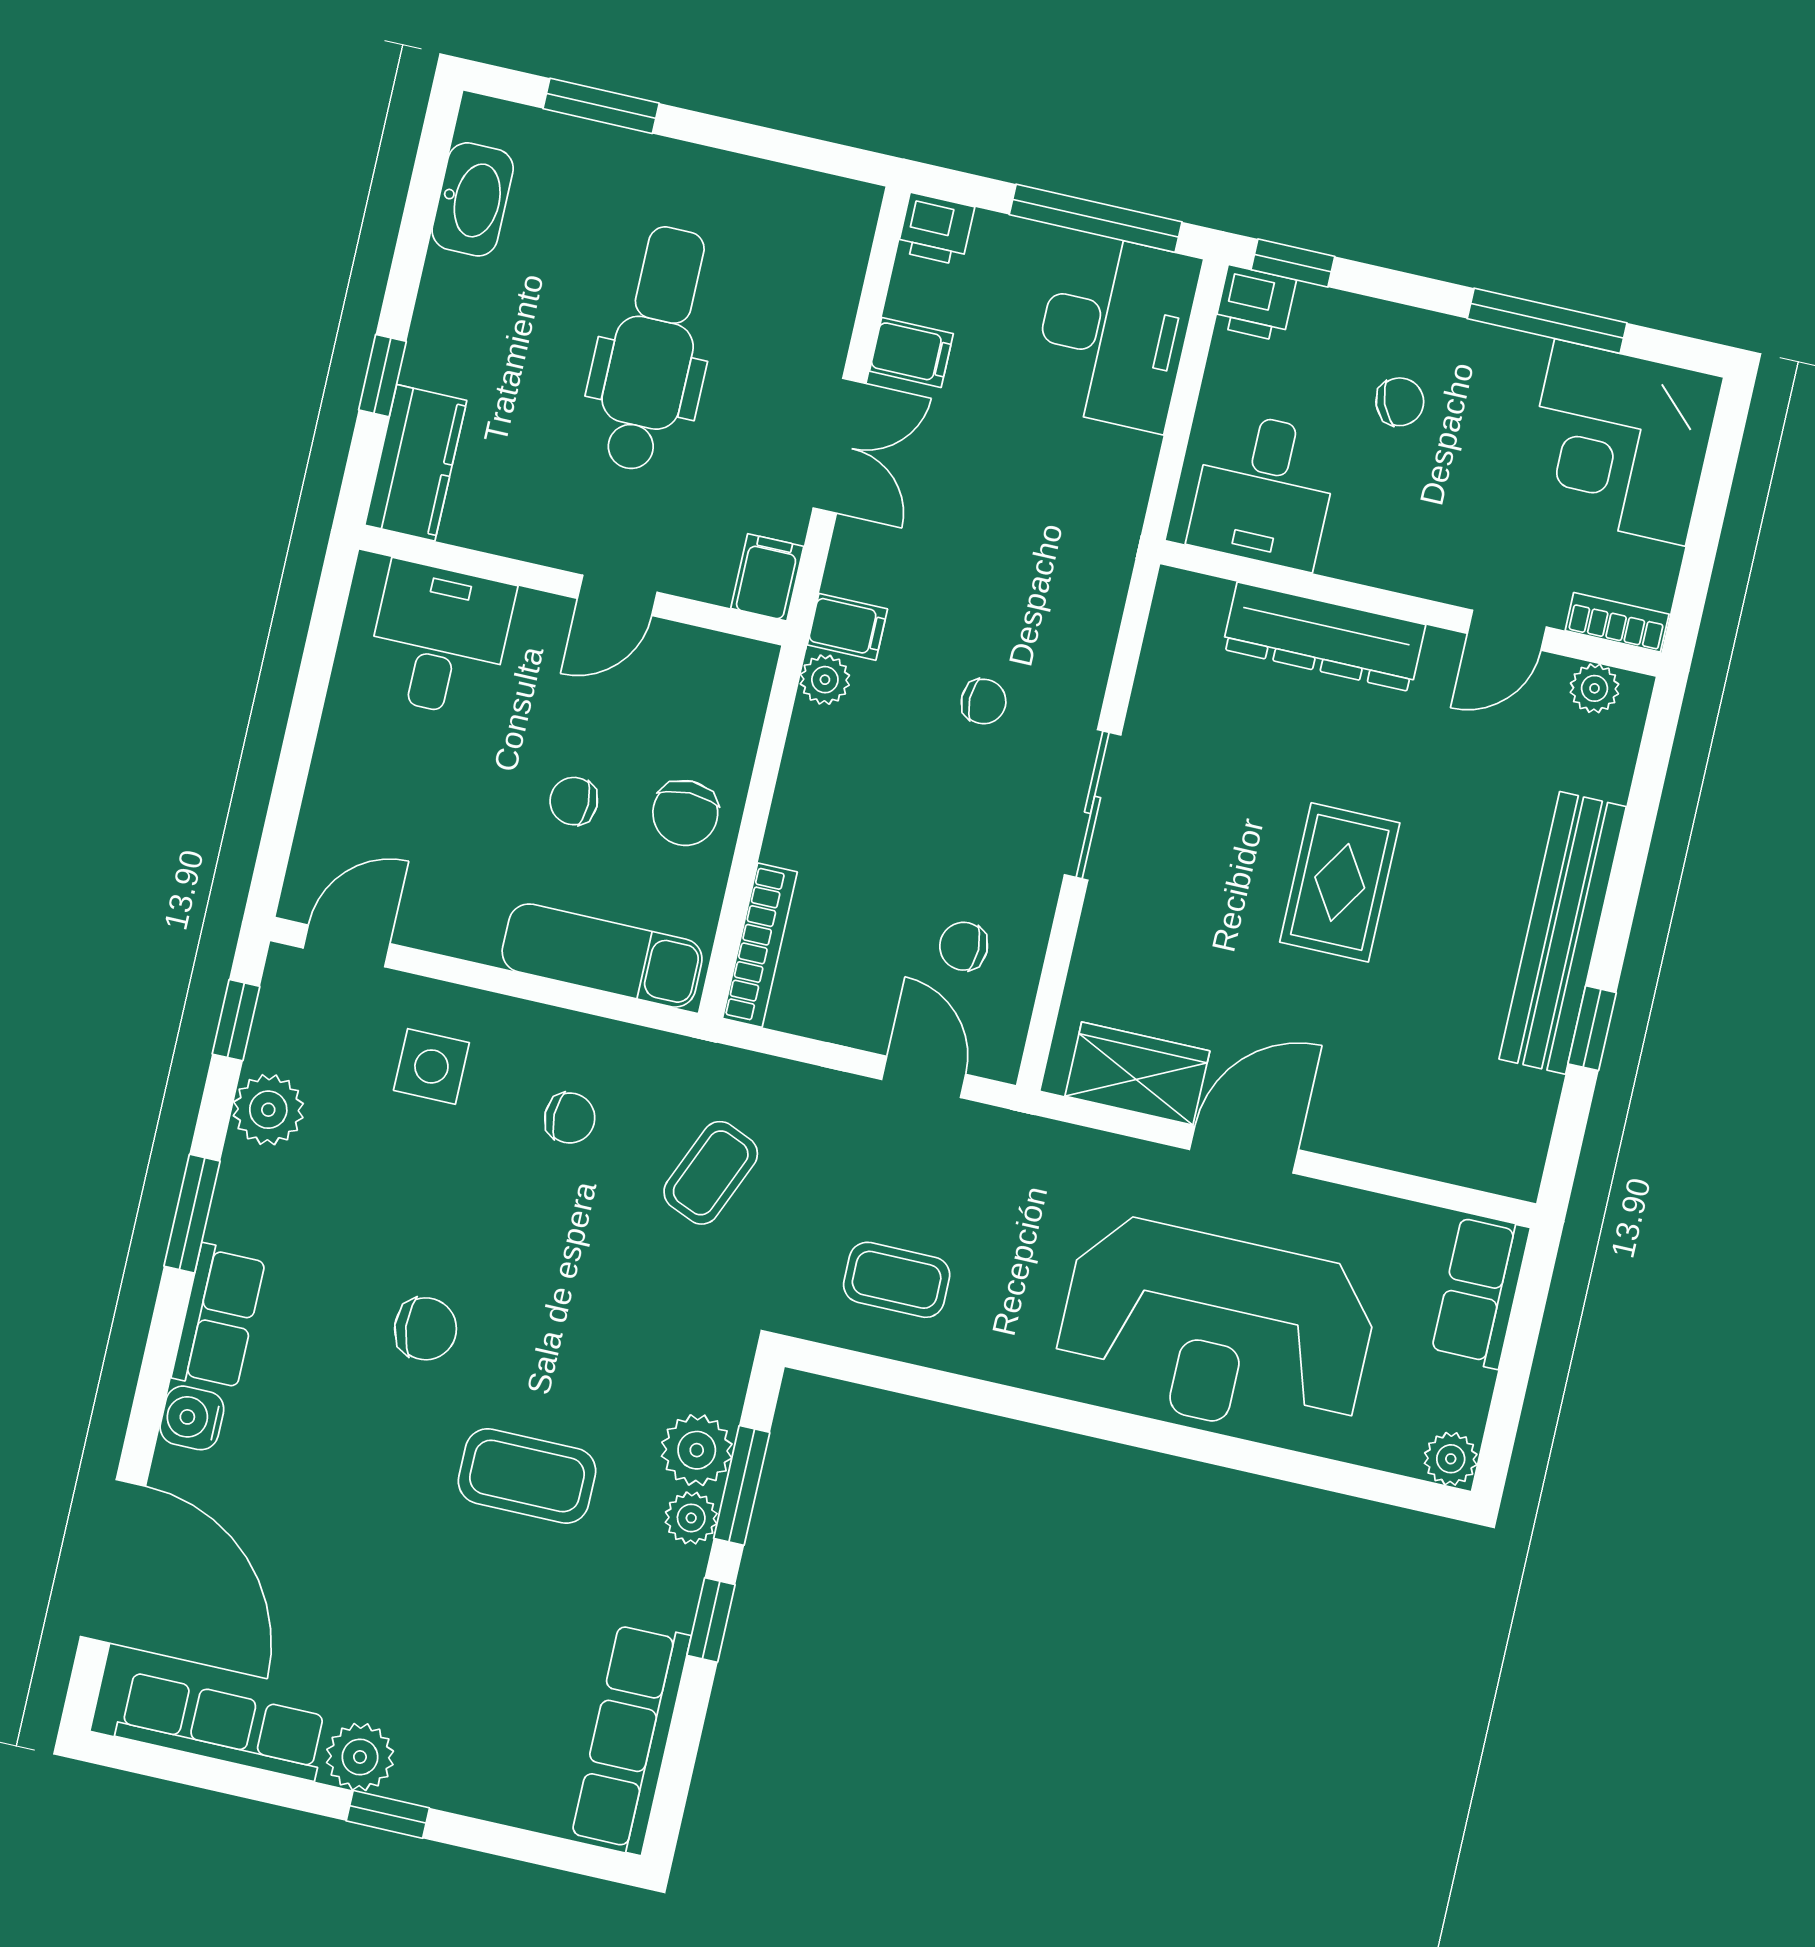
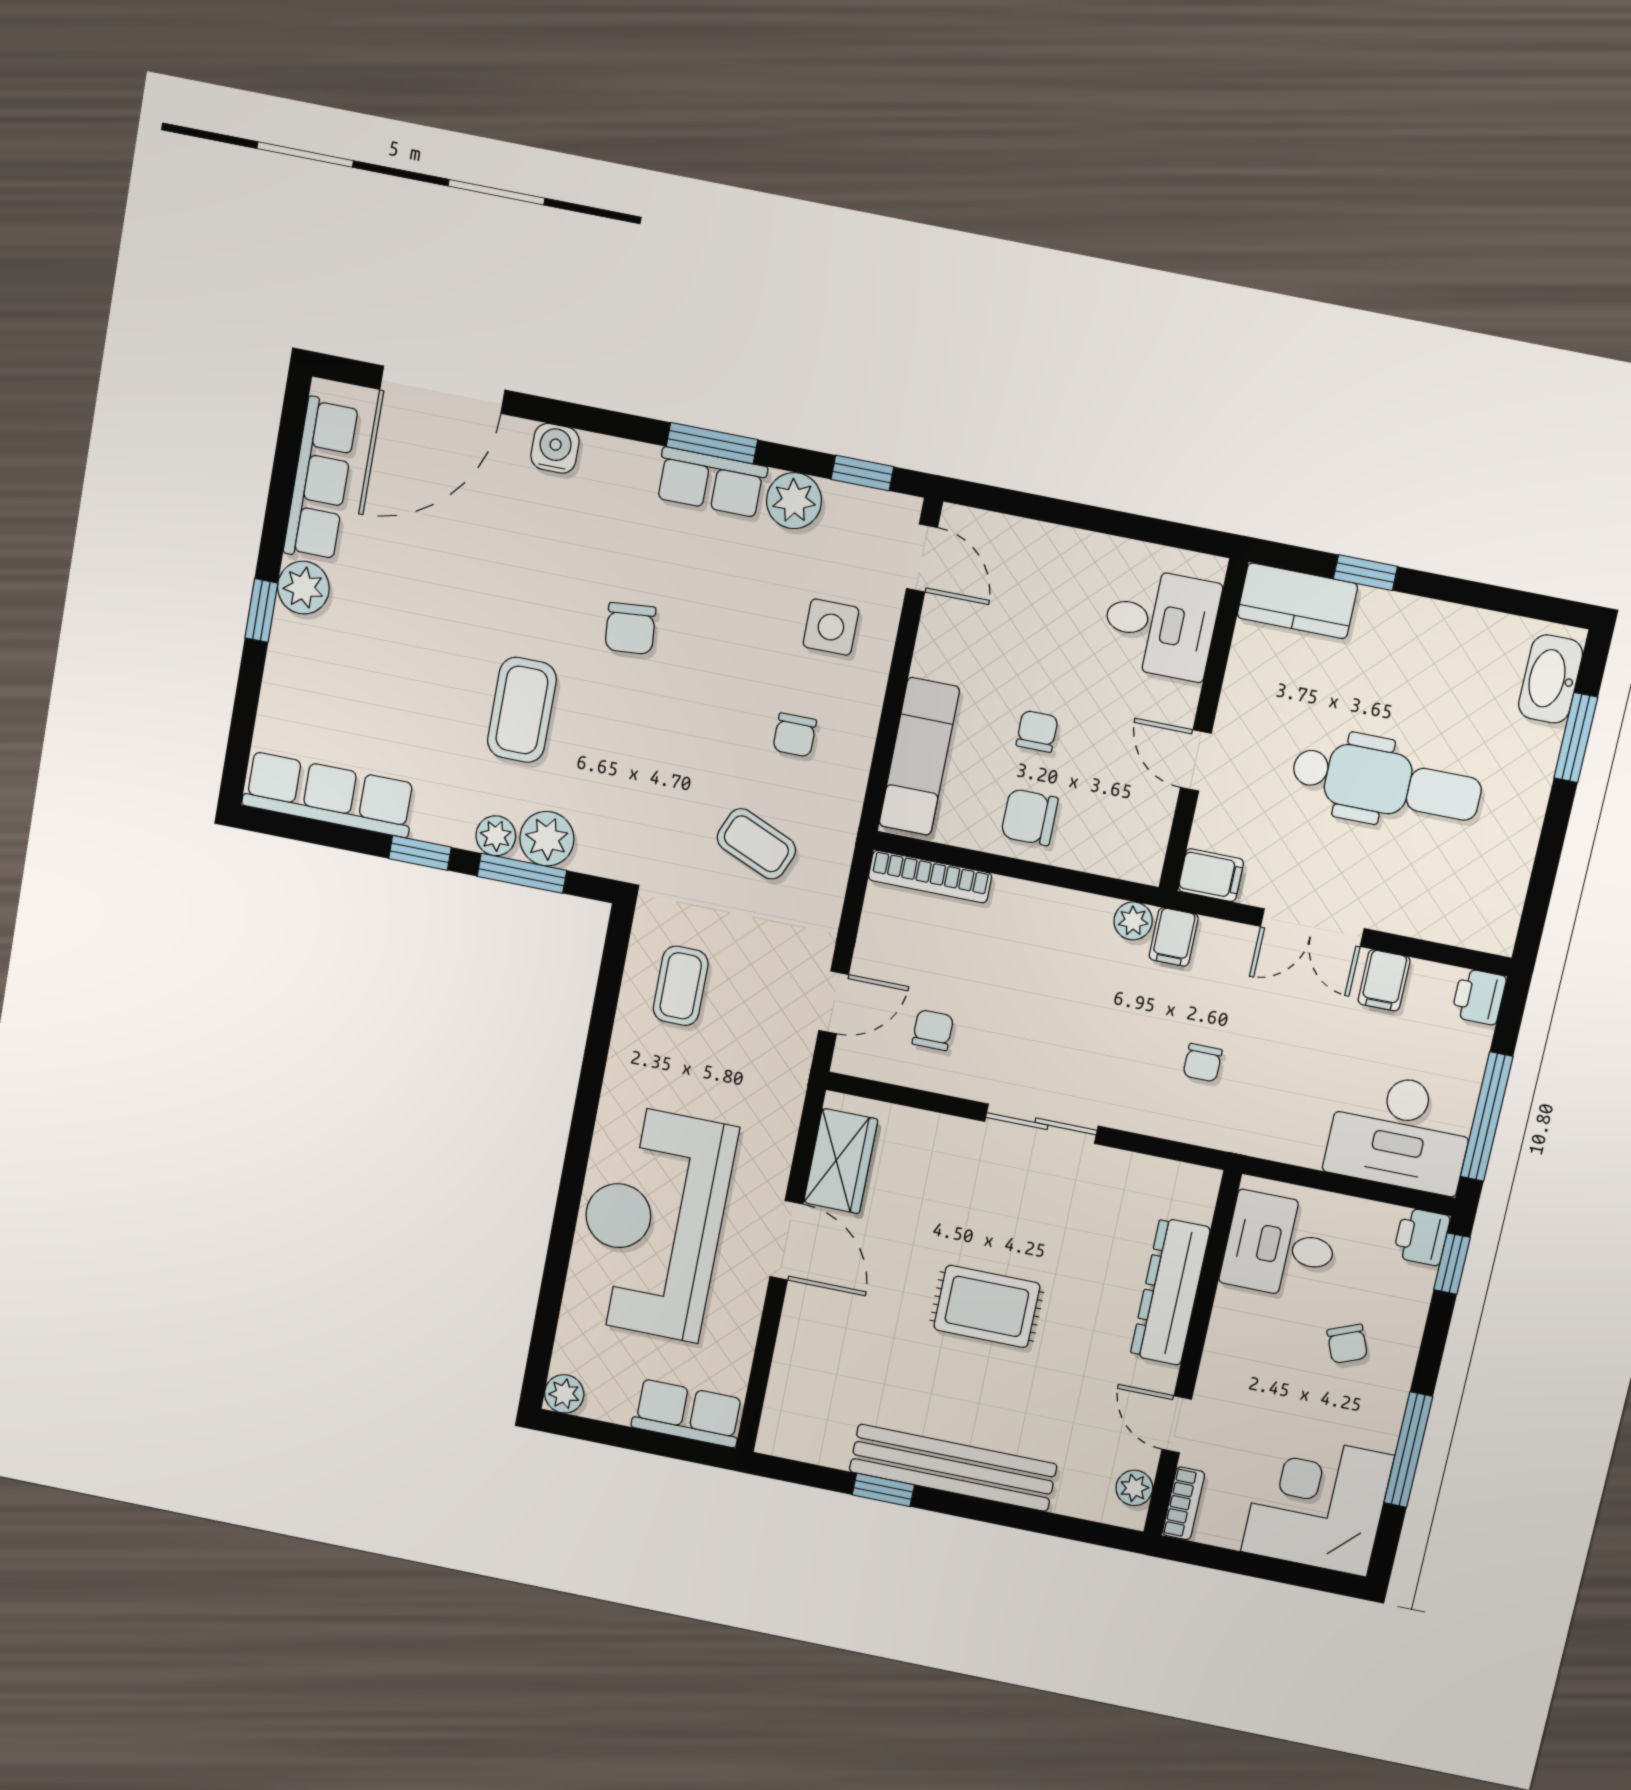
washbasin: (473, 199) -> (1551, 679), moved, turned 90
chair: (984, 702) -> (1203, 1063), moved
row of seats: (219, 1317) -> (711, 482), moved

